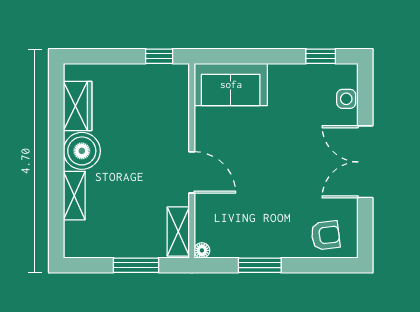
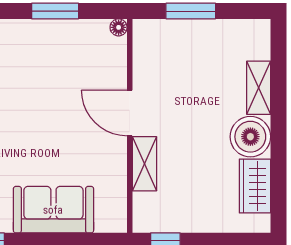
sofa: (231, 84) -> (53, 210), moved
shelving: (178, 232) -> (144, 164), moved

